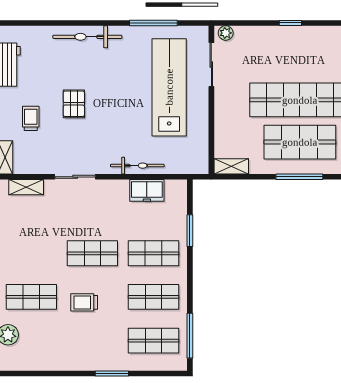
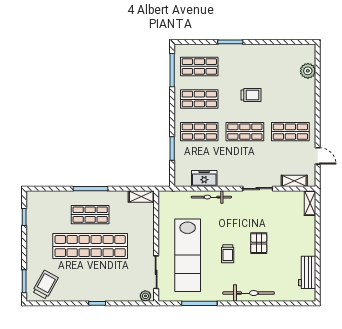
trolley: (31, 118) -> (228, 254), moved
shop shelf: (300, 142) -> (90, 215), width x0.70, depth x0.74
shop shelf: (31, 297) -> (290, 132), moved

